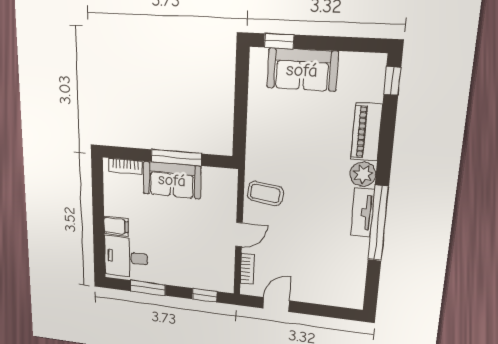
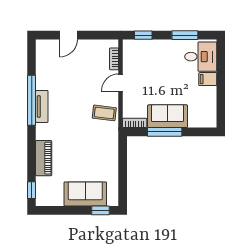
bookcase: (125, 166) -> (135, 123), moved
plant: (363, 174) -> (44, 131), removed
door: (276, 304) -> (68, 35), moved

